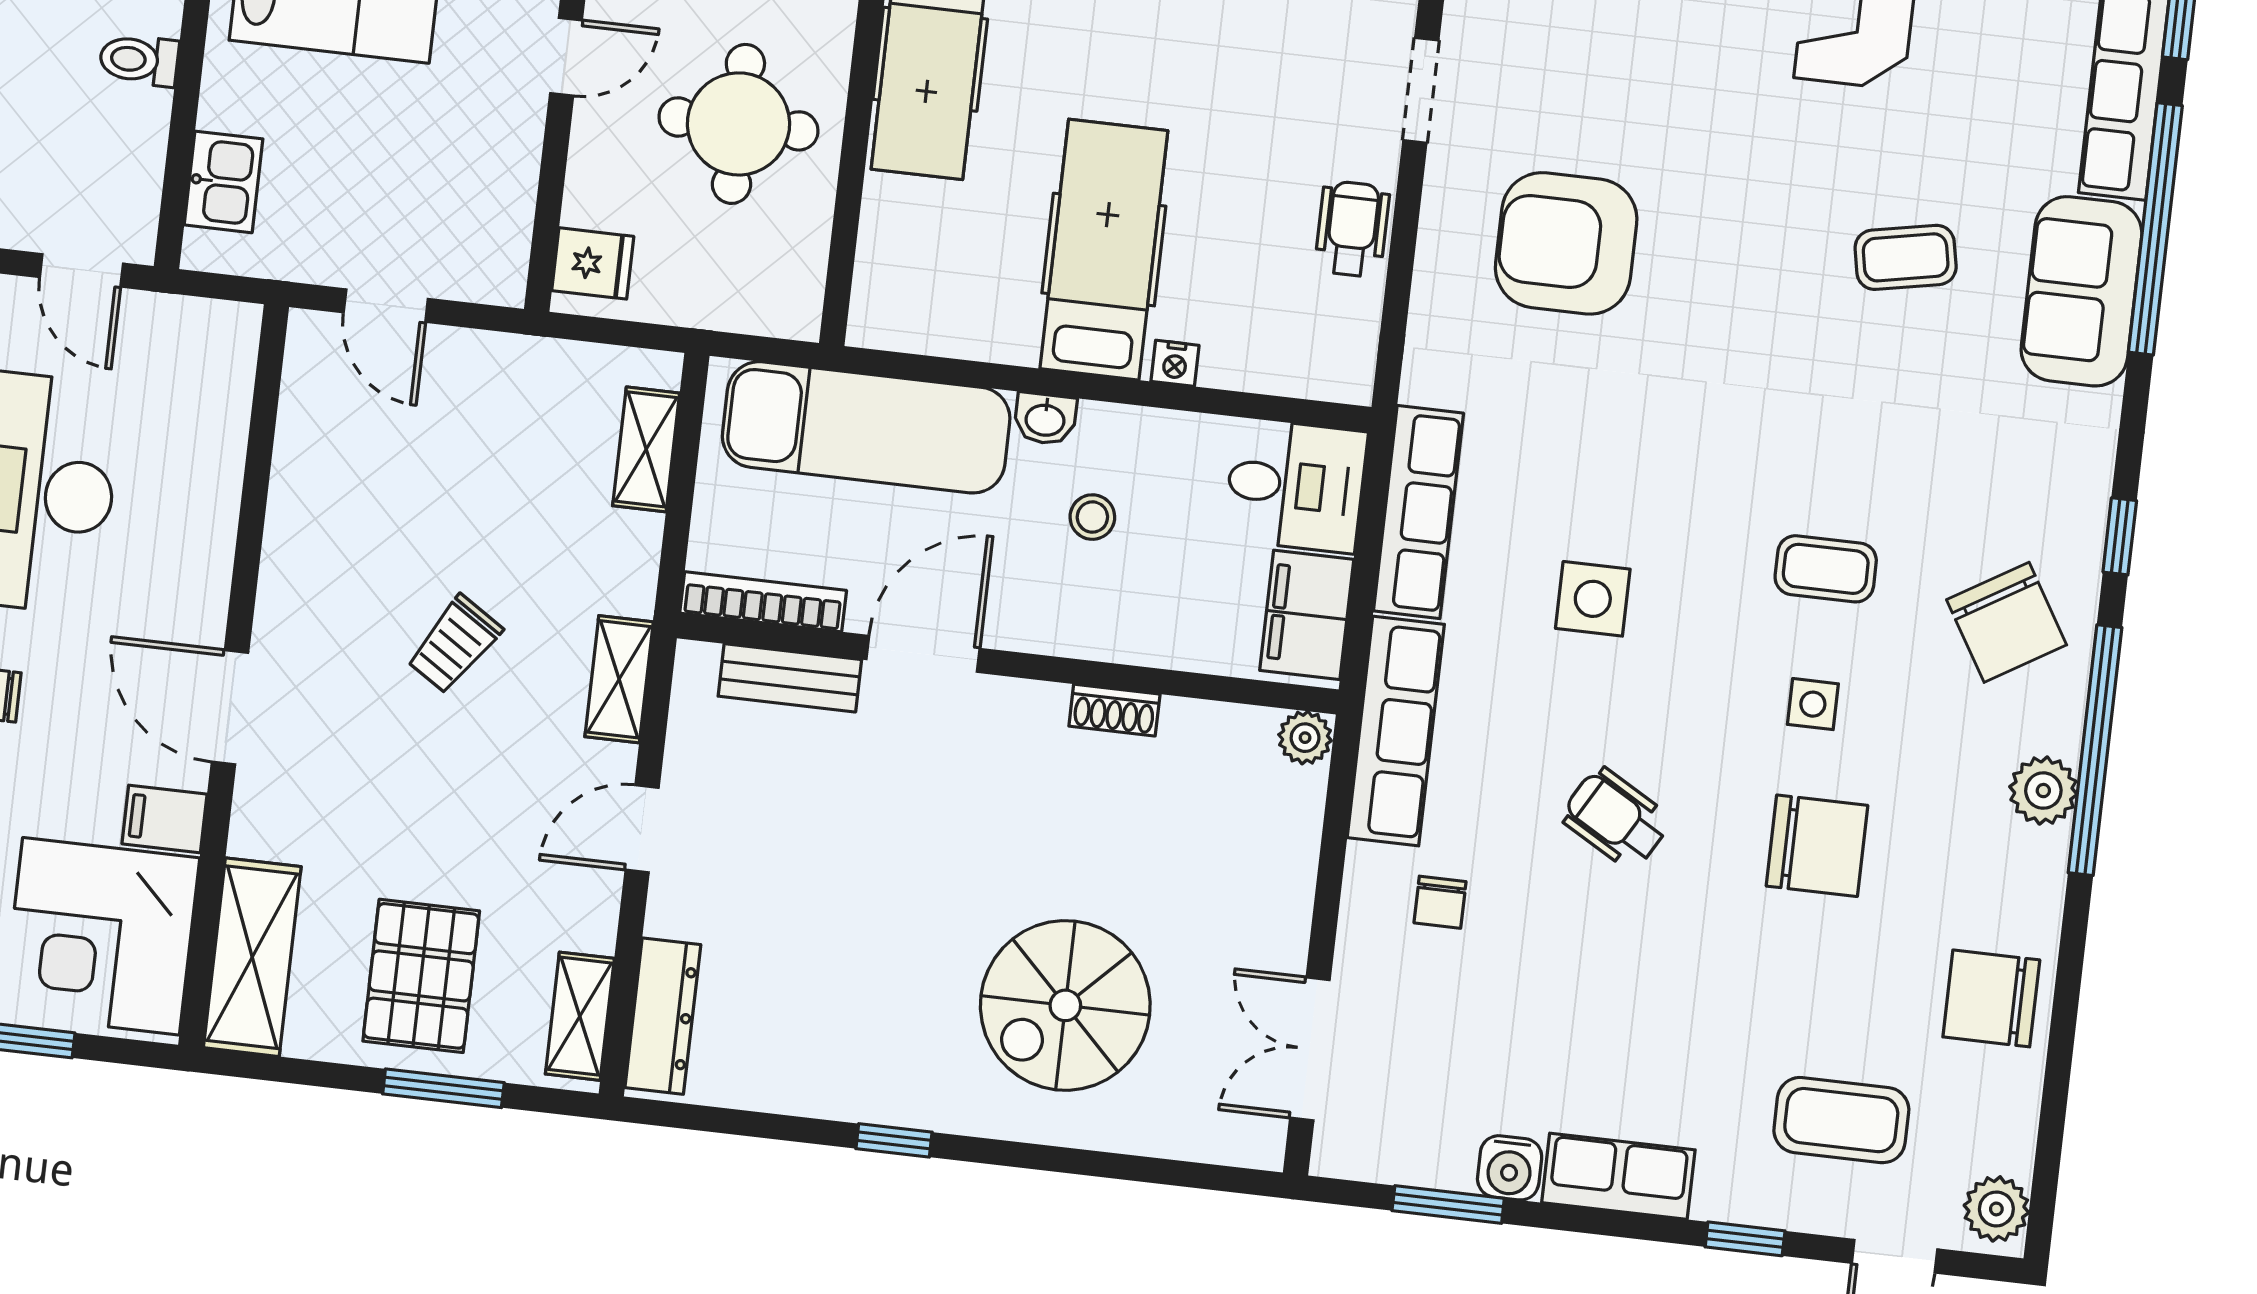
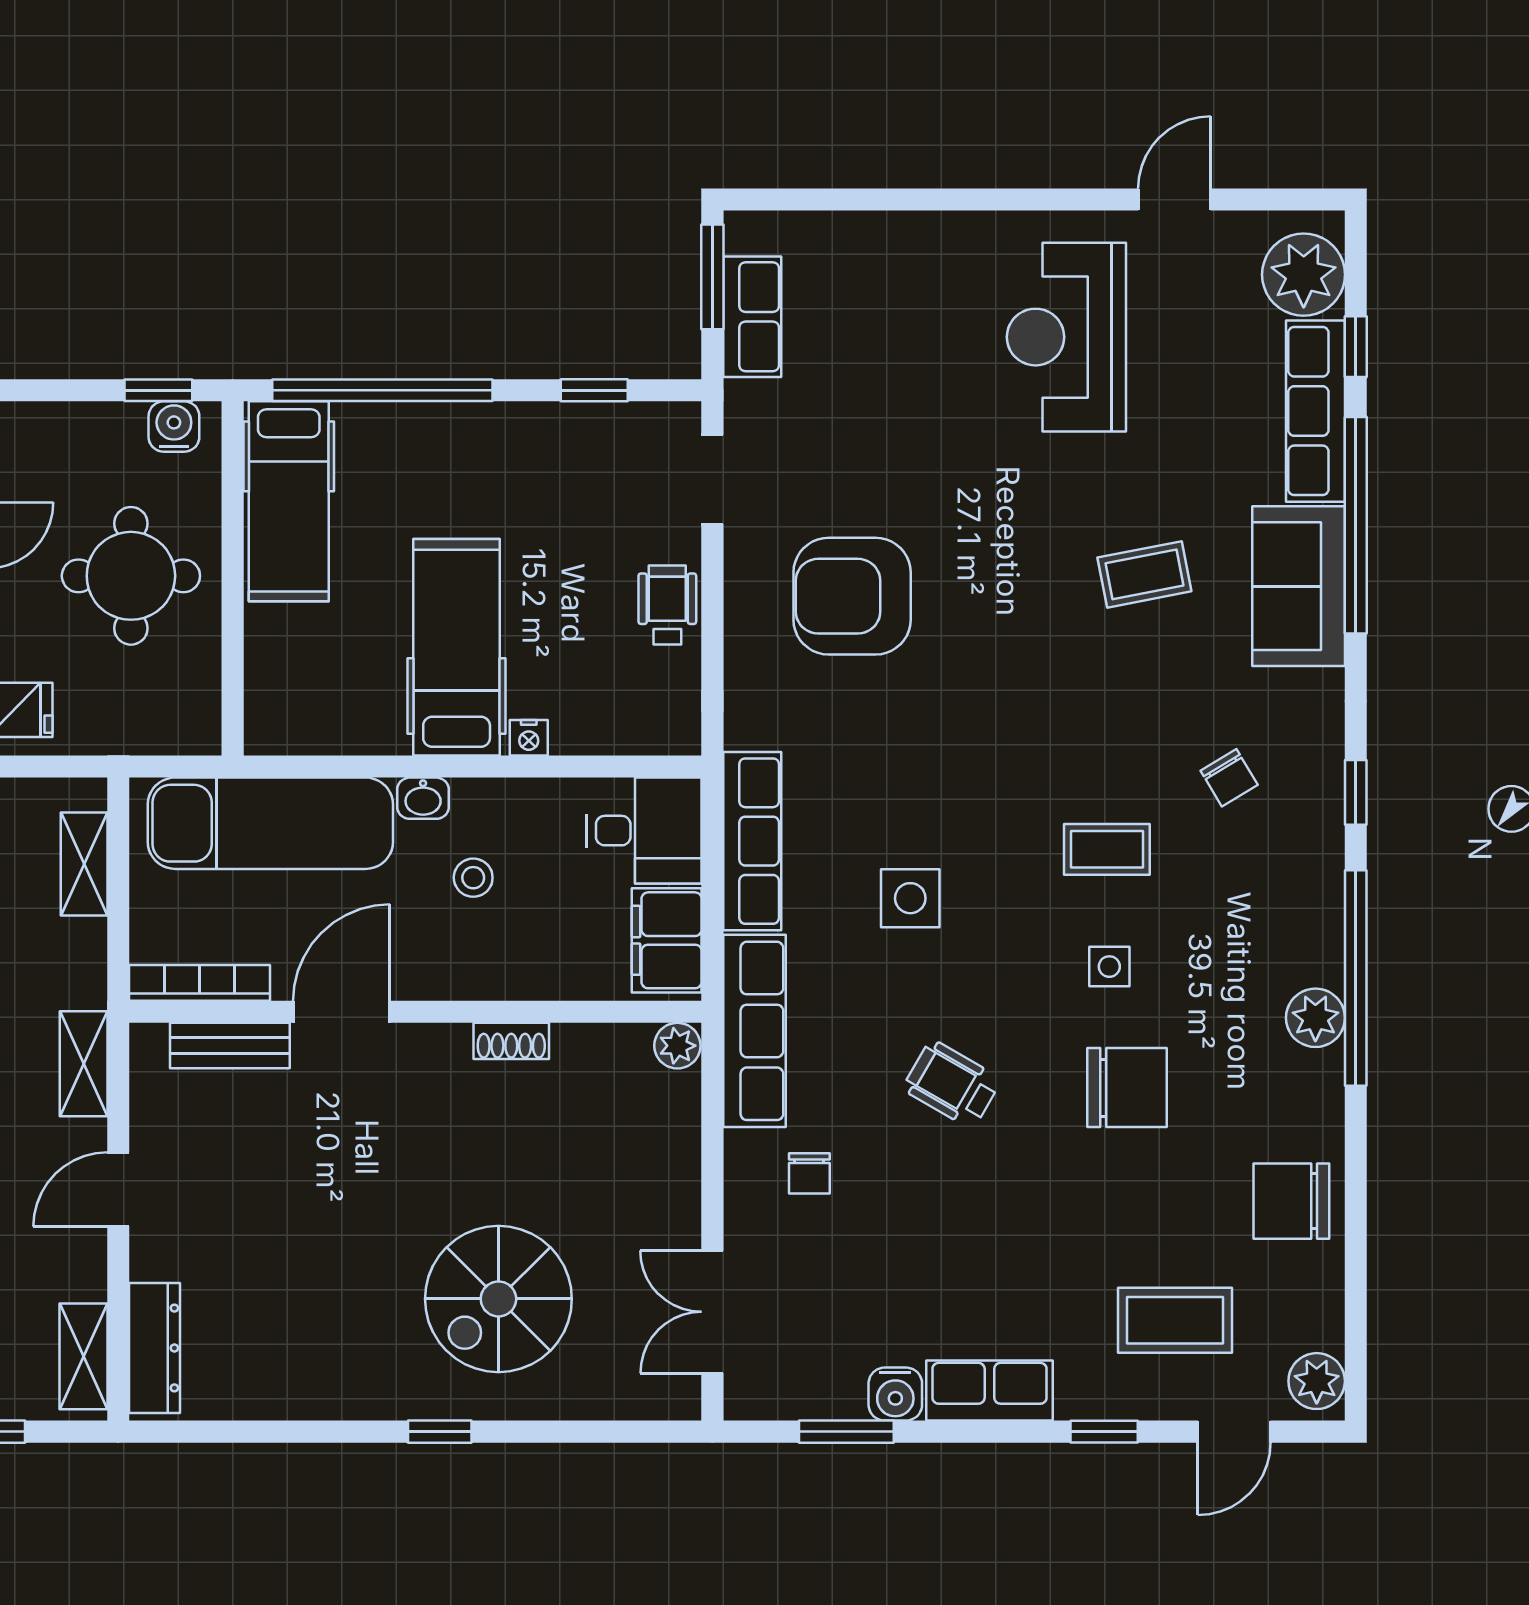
chair: (2007, 622) -> (1229, 778), moved, width x0.54, depth x0.54
window: (894, 1140) -> (440, 1432), moved

